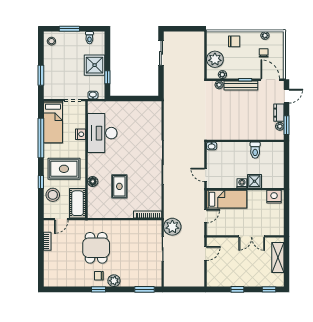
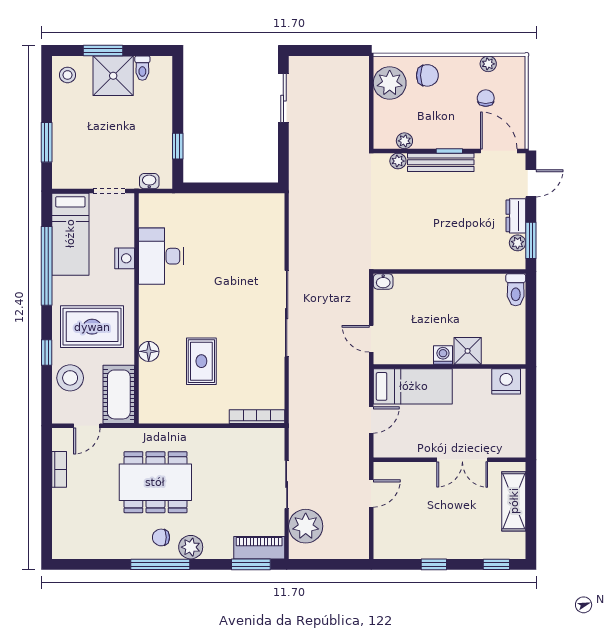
plant: (215, 59) -> (390, 83), moved
shower: (95, 65) -> (113, 76), moved
desk: (102, 133) -> (161, 256), width x0.73, depth x0.77
toilet: (255, 150) -> (516, 290), moved
plant: (172, 227) -> (306, 526), moved
dining table: (96, 248) -> (155, 482), width x1.38
piano: (149, 281) -> (259, 548), added
window: (99, 289) -> (160, 564), width x2.17

